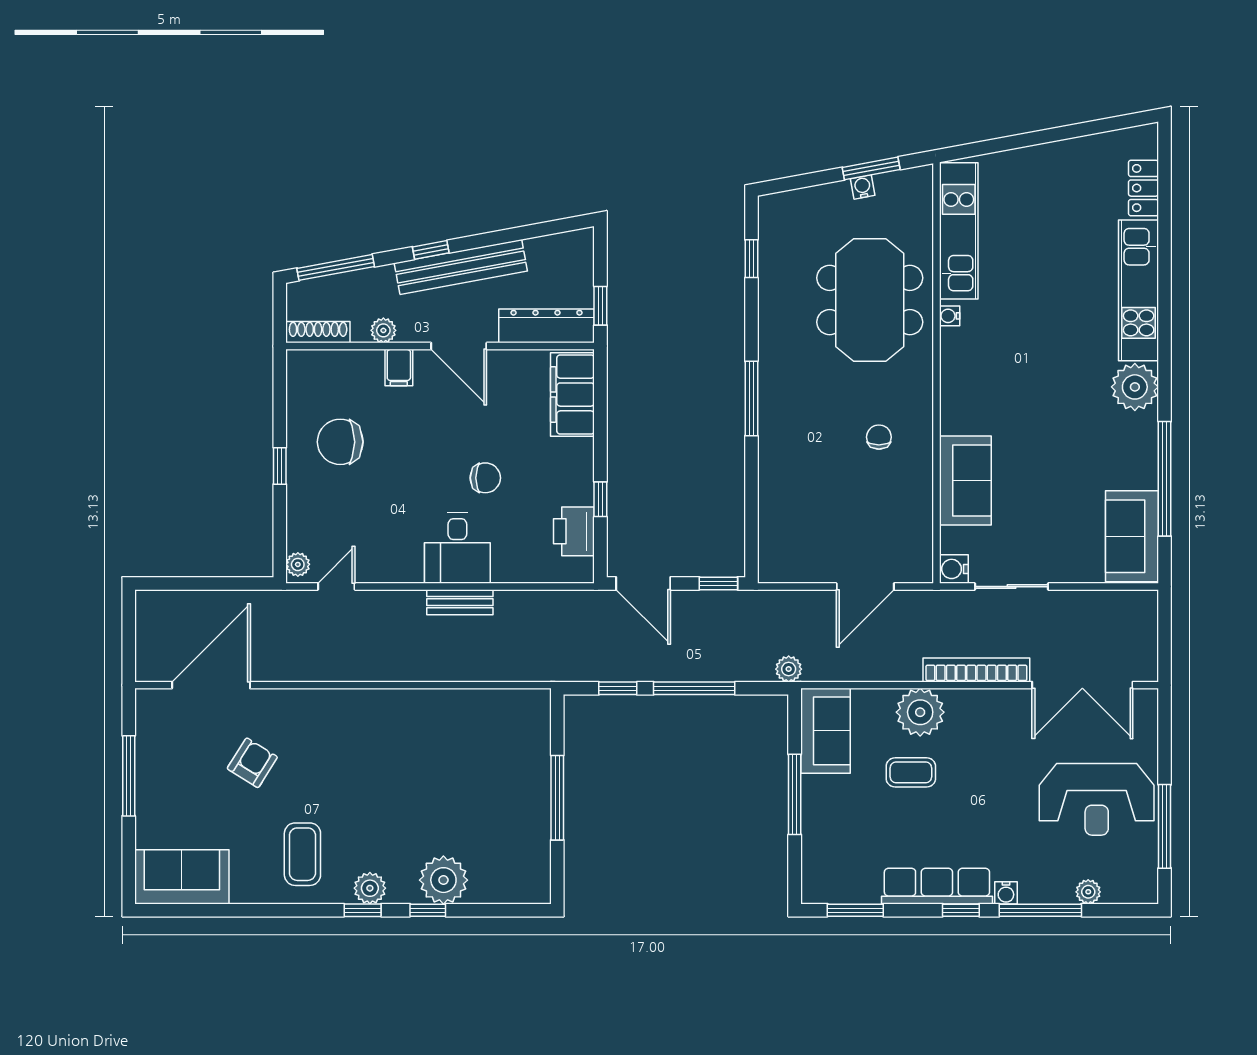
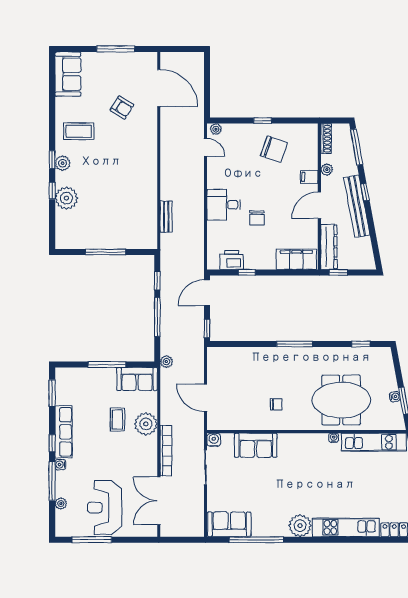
chair: (340, 442) -> (274, 149), turned 109
bench: (460, 602) -> (166, 217), moved

